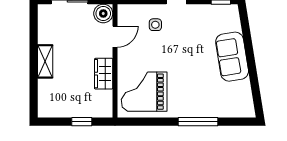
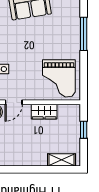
door: (115, 37) -> (14, 102), swing flipped
shelving: (45, 61) -> (61, 160), moved

